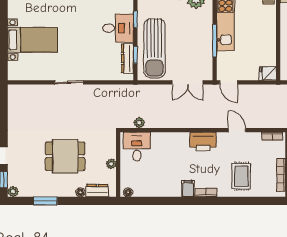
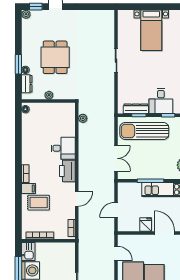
door: (278, 24) -> (165, 233), added
fridge: (268, 73) -> (146, 224), moved
double door: (188, 82) -> (116, 158), swing flipped
door: (229, 82) -> (116, 210), moved
desk: (137, 147) -> (63, 148), moved
filing cabinet: (188, 189) -> (28, 188), moved
window: (45, 201) -> (18, 64), moved

